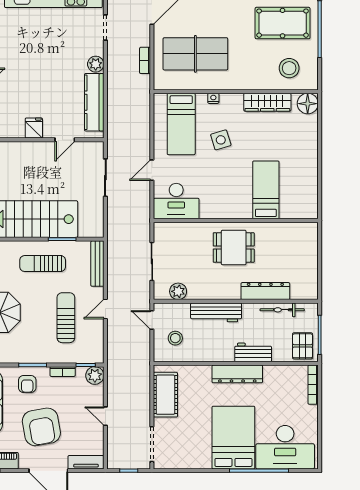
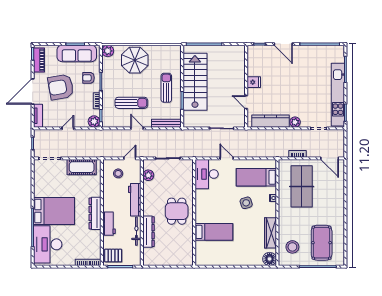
bicycle: (282, 310) -> (136, 231), moved

